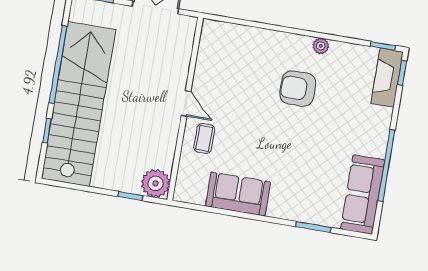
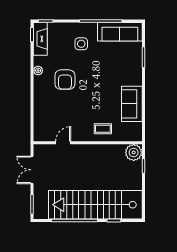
fireplace: (387, 78) -> (40, 39), moved, turned -90
door: (186, 103) -> (63, 143), moved
side table: (353, 126) -> (81, 44), added

